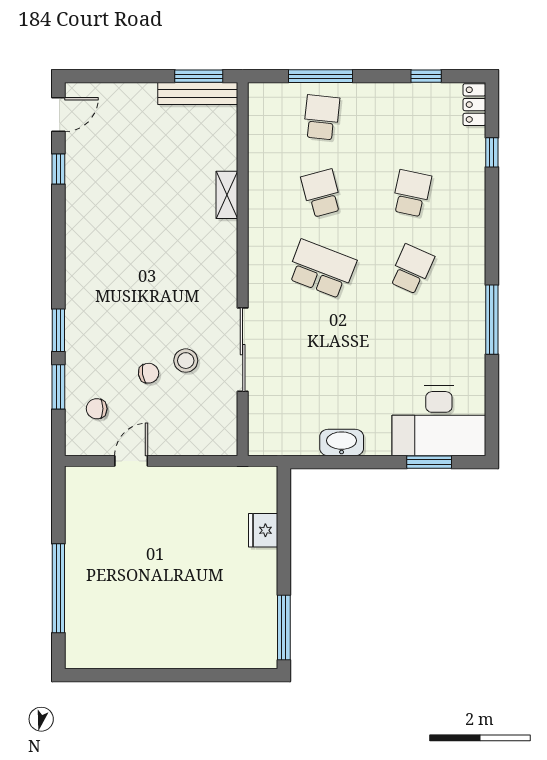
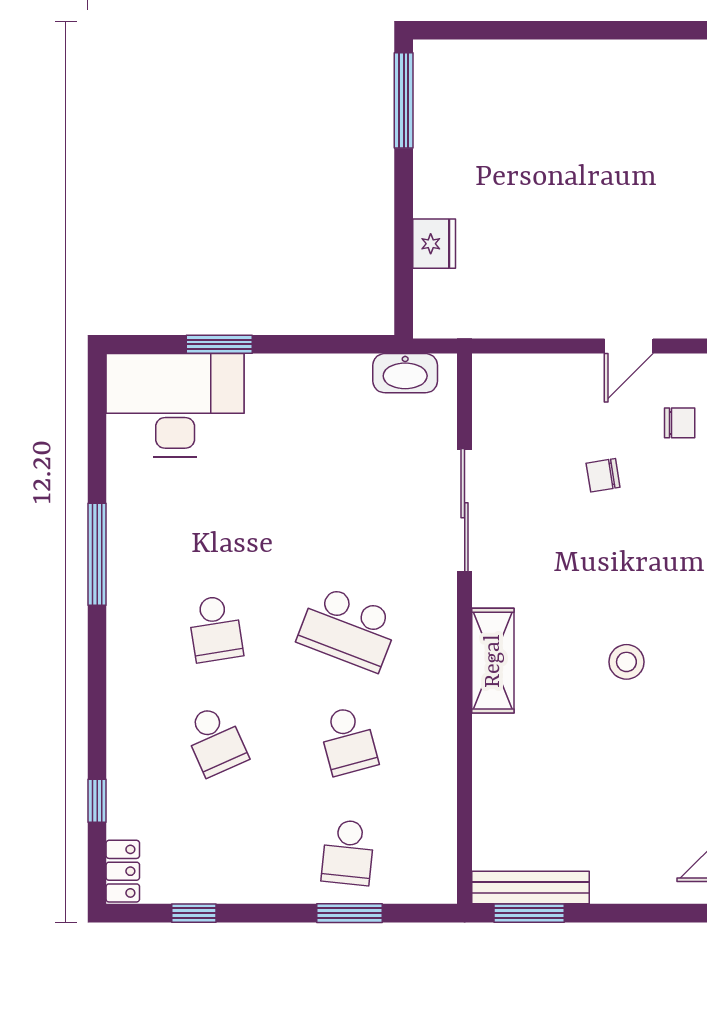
window: (321, 76) -> (350, 913), width x0.69
school desk: (412, 193) -> (215, 741), turned -36
shelving: (227, 195) -> (493, 661), moved, width x1.50, depth x1.33
school desk: (412, 269) -> (215, 629), turned -33
stool: (186, 361) -> (626, 662), moved
washbasin: (342, 442) -> (405, 373), moved
window: (429, 462) -> (219, 344), moved

